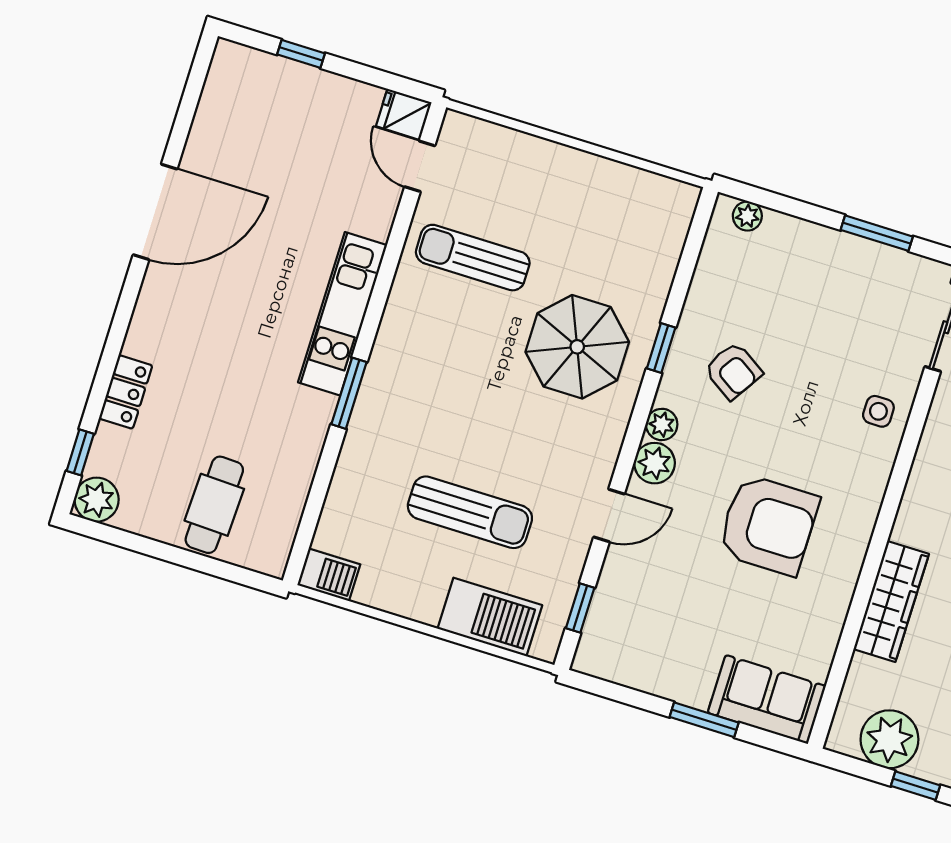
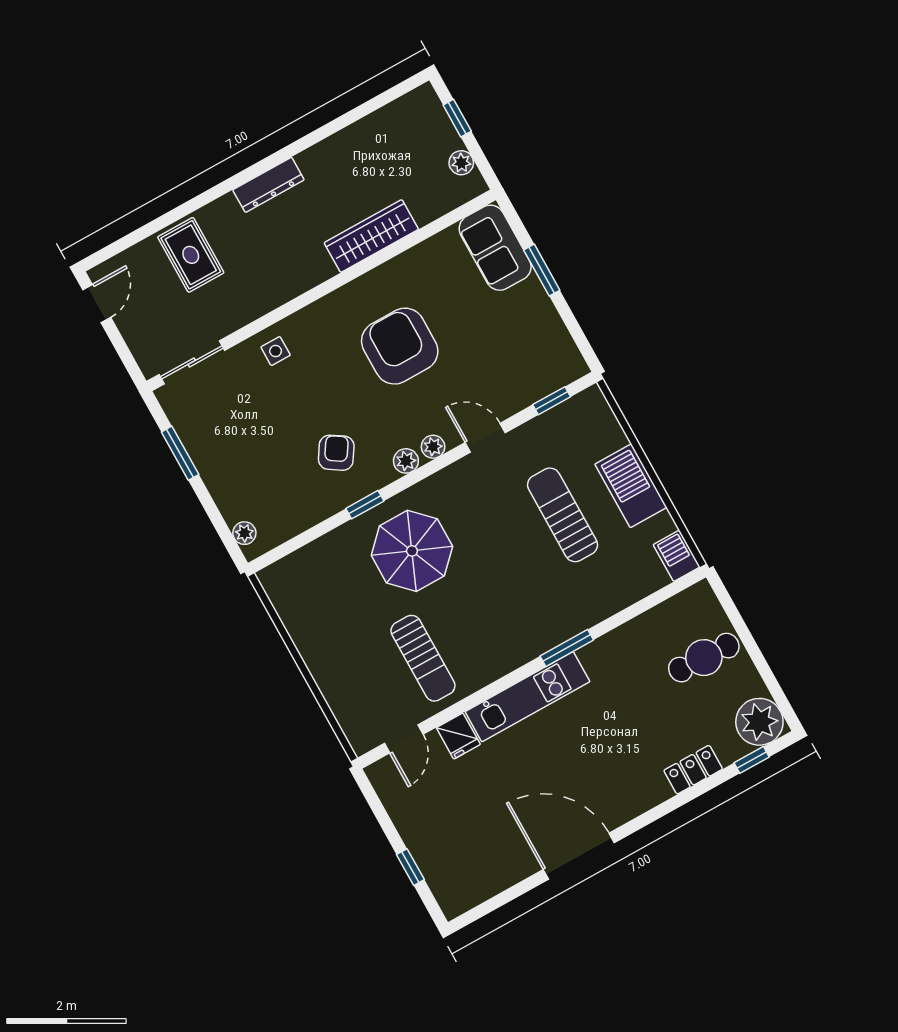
fridge: (404, 115) -> (458, 736), moved
plant: (655, 463) -> (433, 447), width x0.73, depth x0.73
plant: (97, 500) -> (759, 722), width x1.36, depth x1.36
barbecue: (490, 617) -> (631, 486), moved
plant: (889, 739) -> (461, 163), width x0.53, depth x0.53

